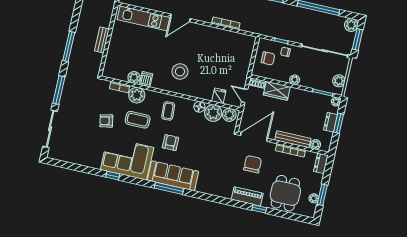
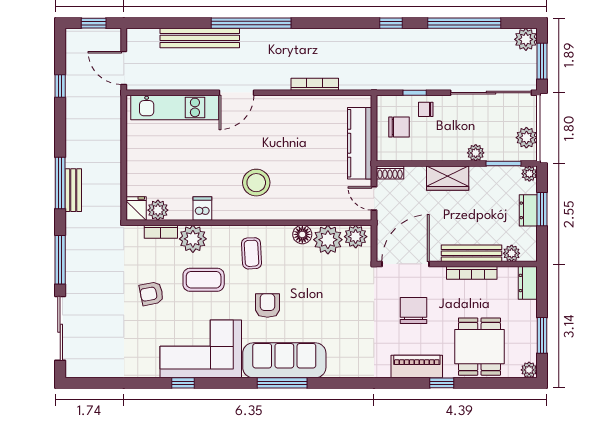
bench: (102, 40) -> (73, 190), moved
kitchen counter: (244, 62) -> (360, 143), added
plant: (134, 77) -> (158, 210), moved
plant: (295, 80) -> (476, 153), moved
wardrobe: (277, 91) -> (448, 178), moved
fridge: (219, 96) -> (136, 208), moved
plant: (314, 198) -> (529, 370), moved

